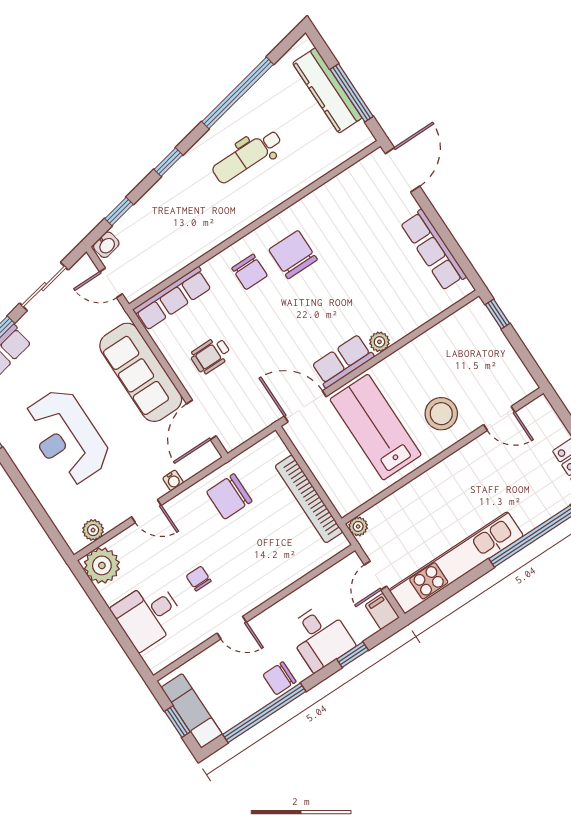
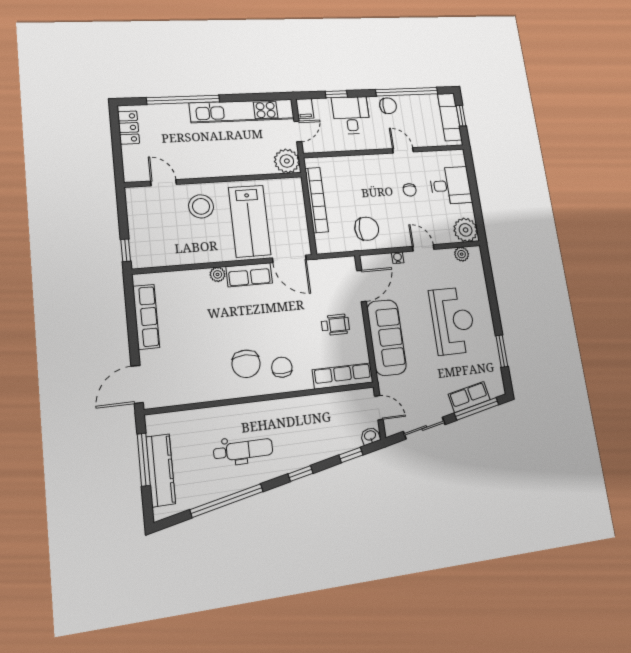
plant: (358, 526) -> (287, 161), width x1.88, depth x1.88

